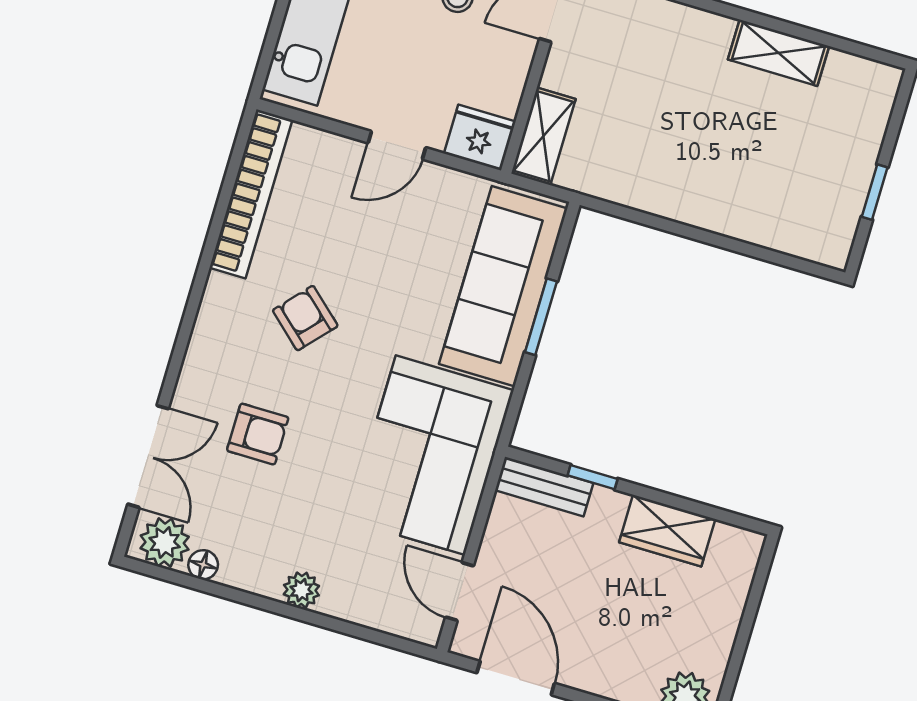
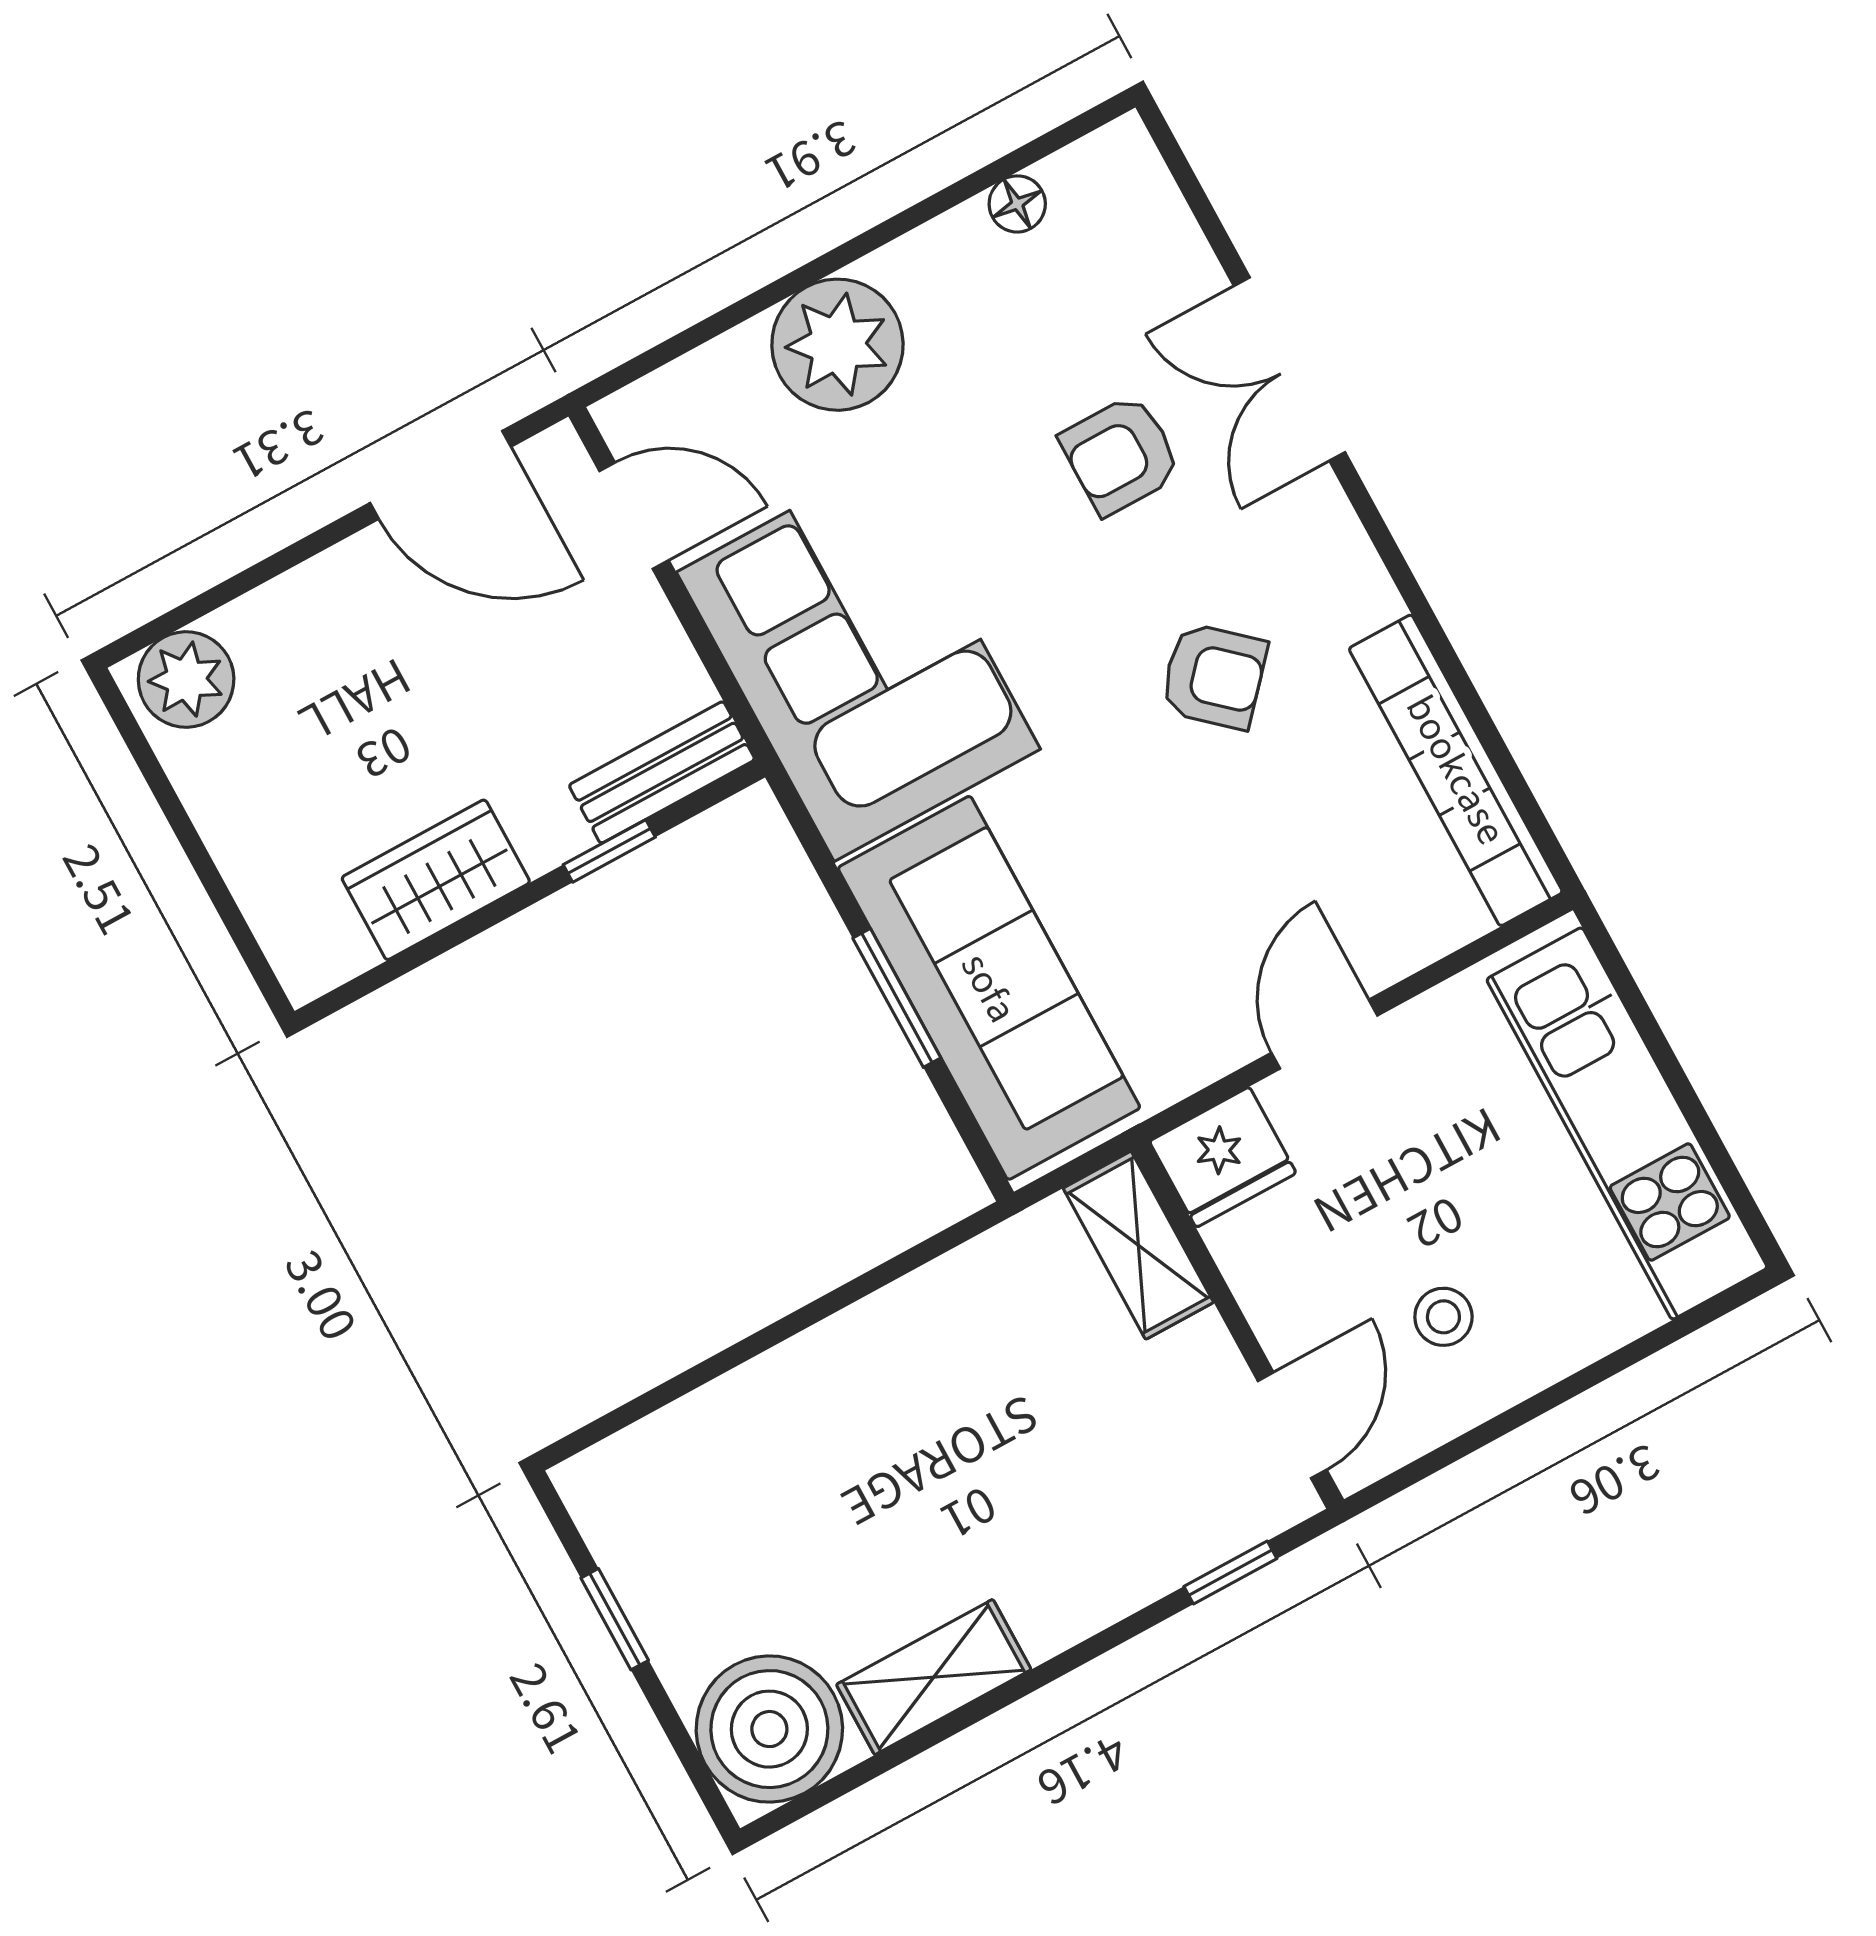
boiler: (858, 94) -> (769, 1729), added
double door: (148, 456) -> (1289, 369), moved
plant: (165, 543) -> (1099, 182), removed
plant: (301, 590) -> (837, 345), width x1.87, depth x1.87

